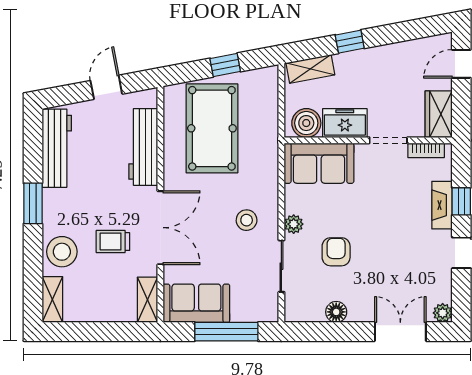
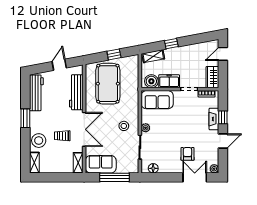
armchair: (336, 252) -> (187, 154), moved
floor lamp: (336, 312) -> (153, 168), moved

